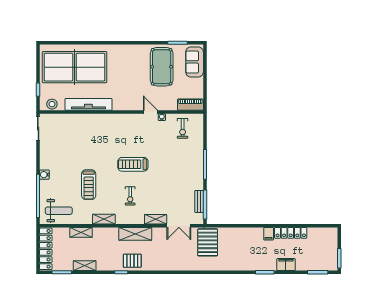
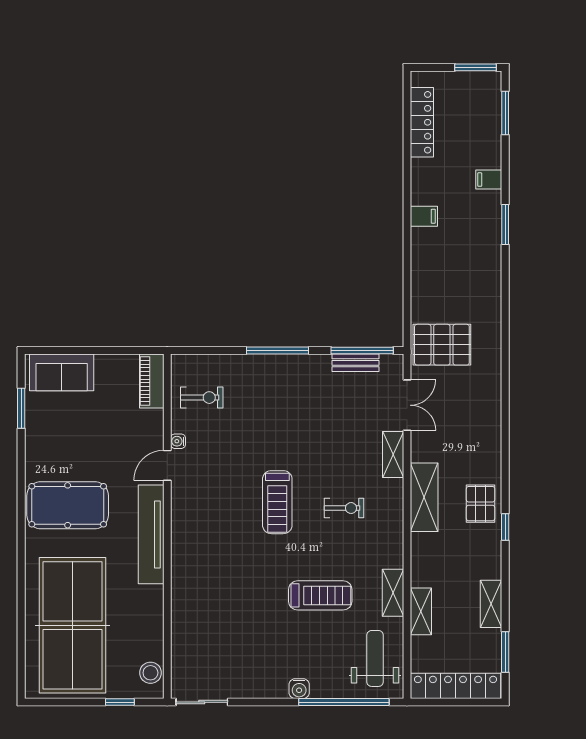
pool table: (162, 67) -> (68, 505), moved
tv unit: (88, 104) -> (151, 534), moved
shelving: (104, 219) -> (393, 593), moved
locker: (291, 233) -> (422, 122), moved
filing cabinet: (286, 265) -> (489, 180), width x0.50

